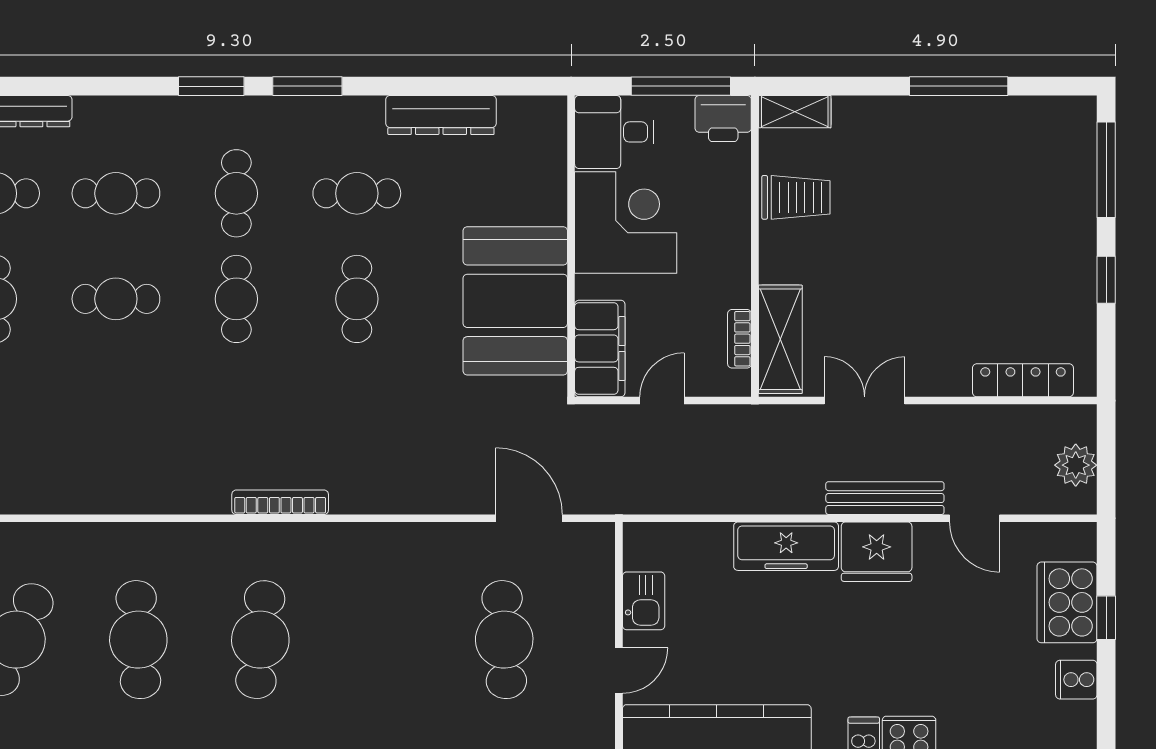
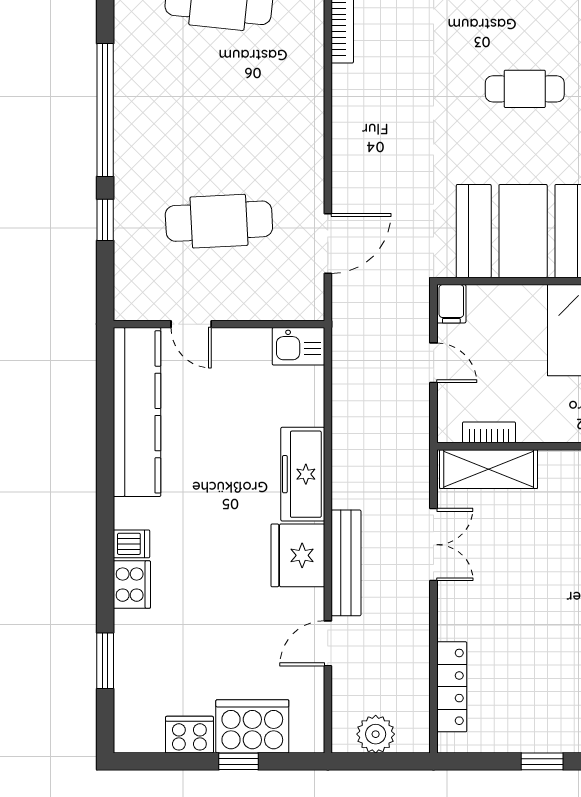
filing cabinet: (600, 348) -> (451, 304), width x0.33, depth x0.86
kitchen sink: (644, 601) -> (298, 346), moved
cooker: (1076, 680) -> (189, 735), width x1.36

